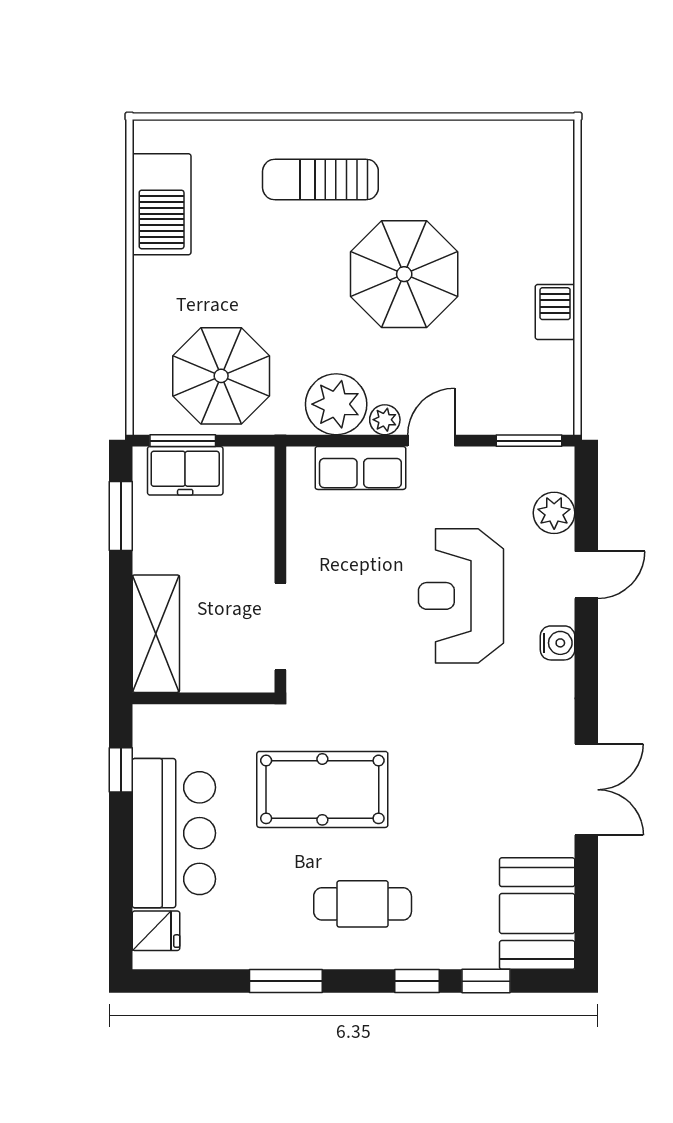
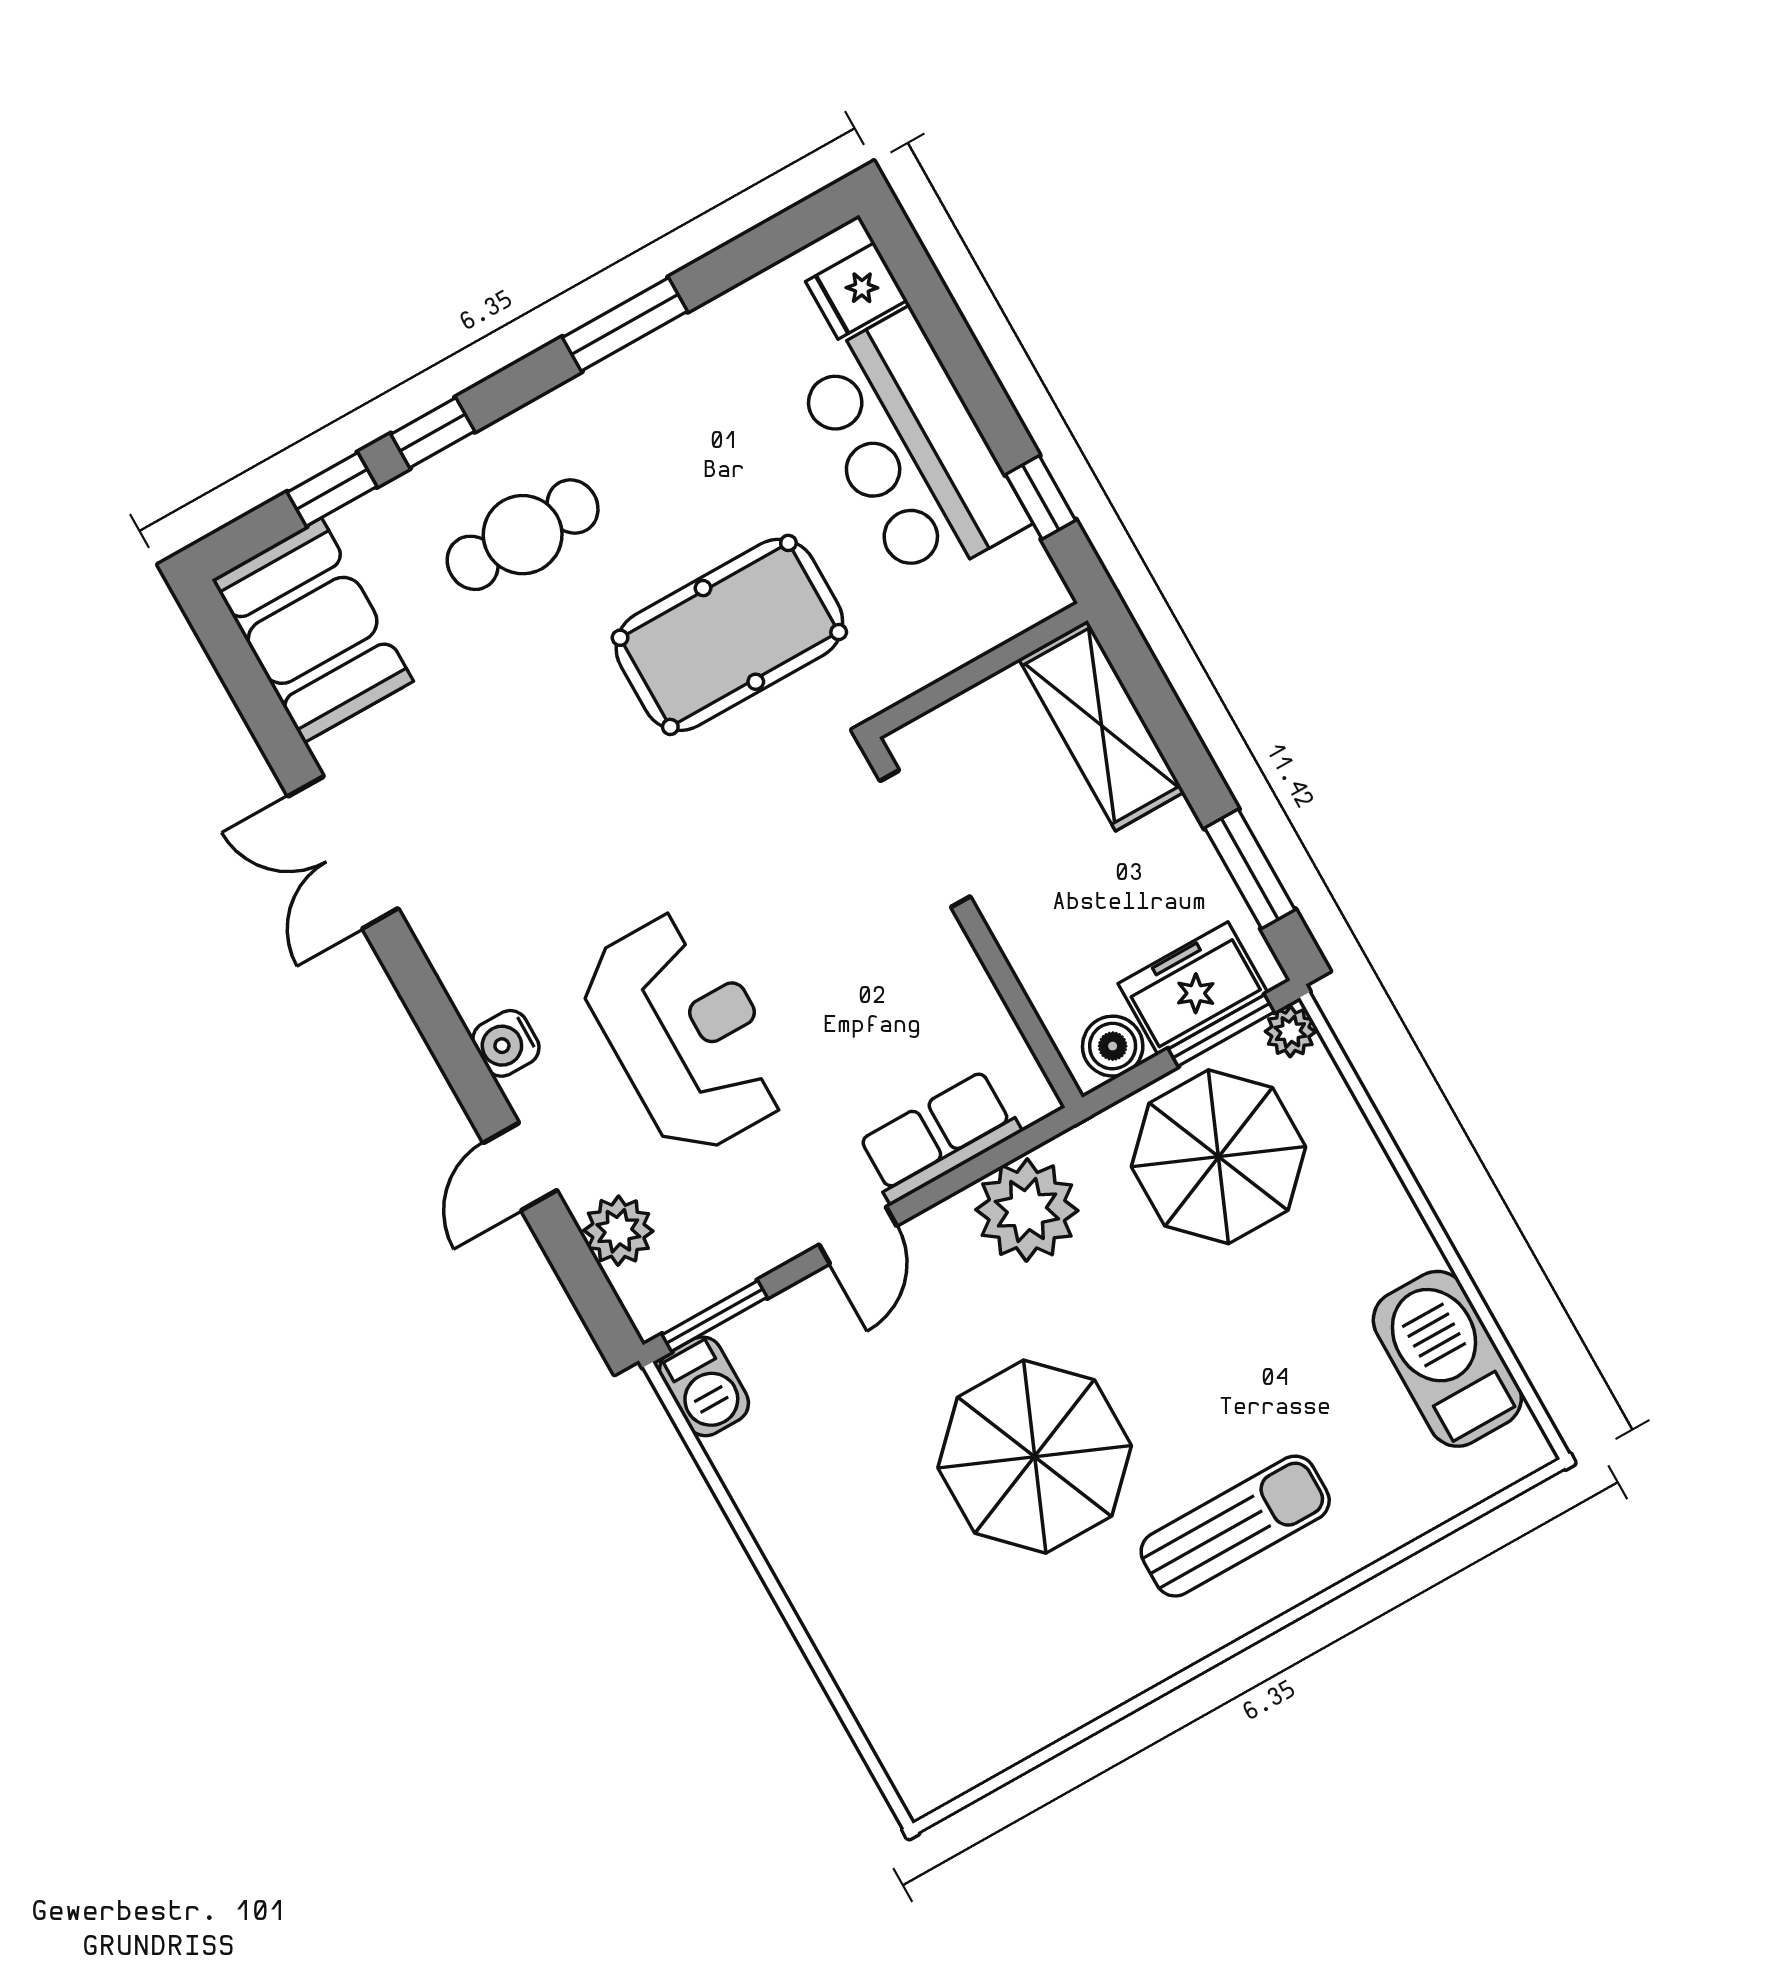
barbecue: (555, 312) -> (704, 1386), moved
plant: (385, 420) -> (1290, 1032), moved
boiler: (244, 464) -> (1113, 1046), added
cafe table: (363, 904) -> (523, 535), moved

